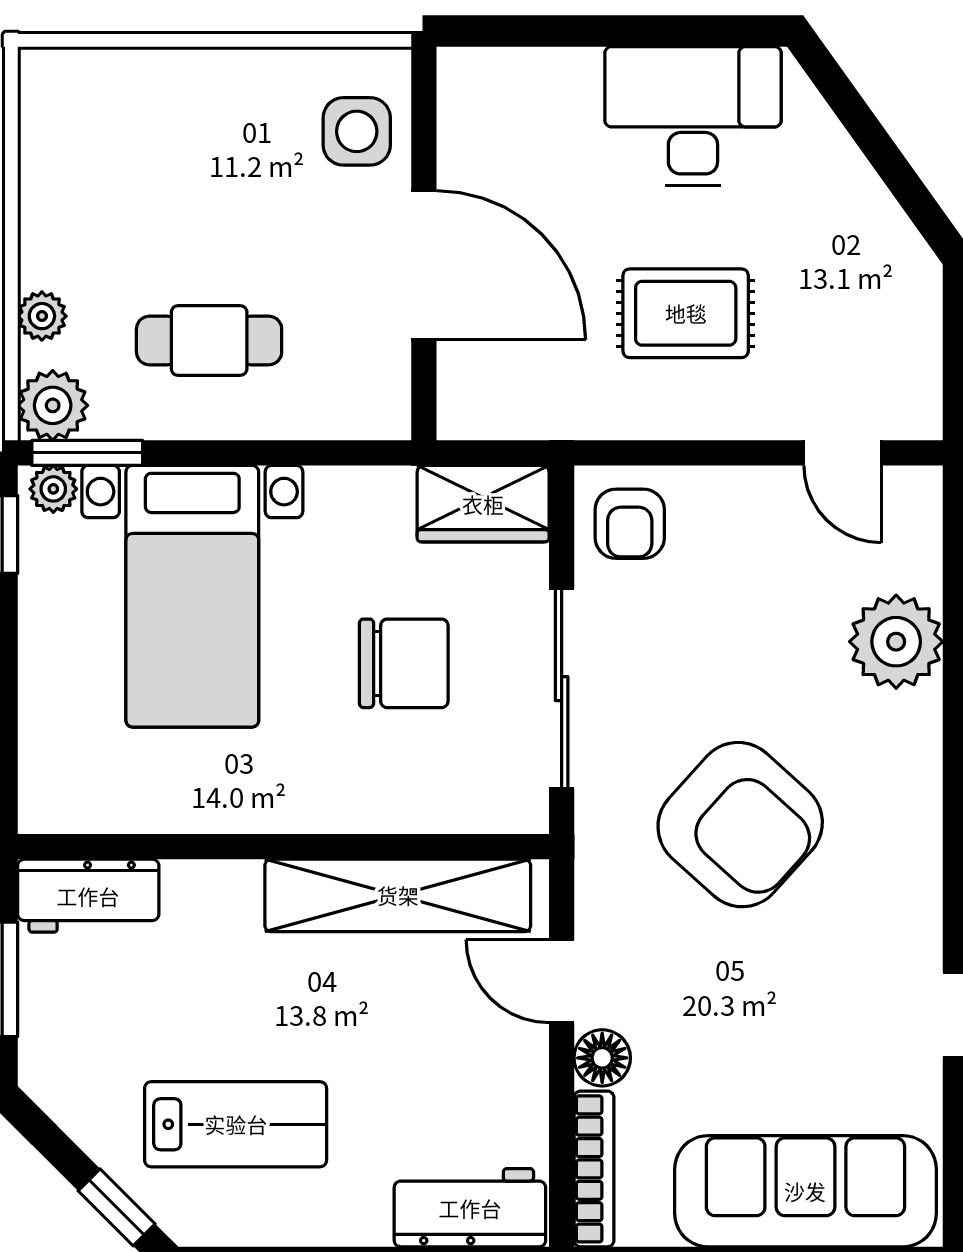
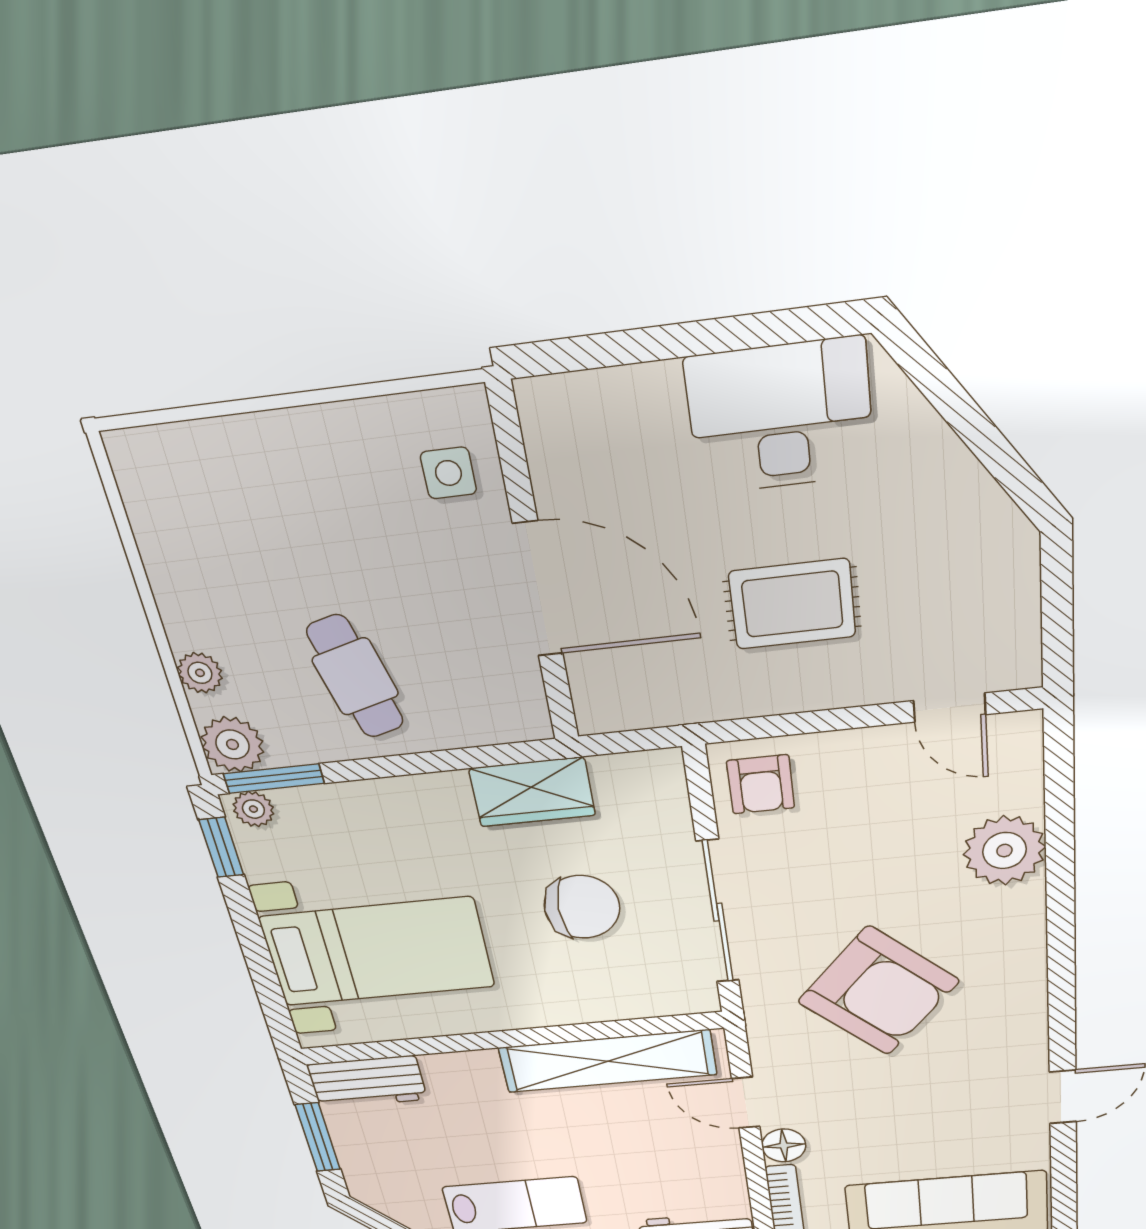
side table: (357, 131) -> (448, 473), width x0.73, depth x0.73
cafe table: (209, 341) -> (355, 677), turned 75
wardrobe: (483, 504) -> (532, 792), moved
bed with nightstands: (192, 596) -> (378, 952), moved, turned -90

